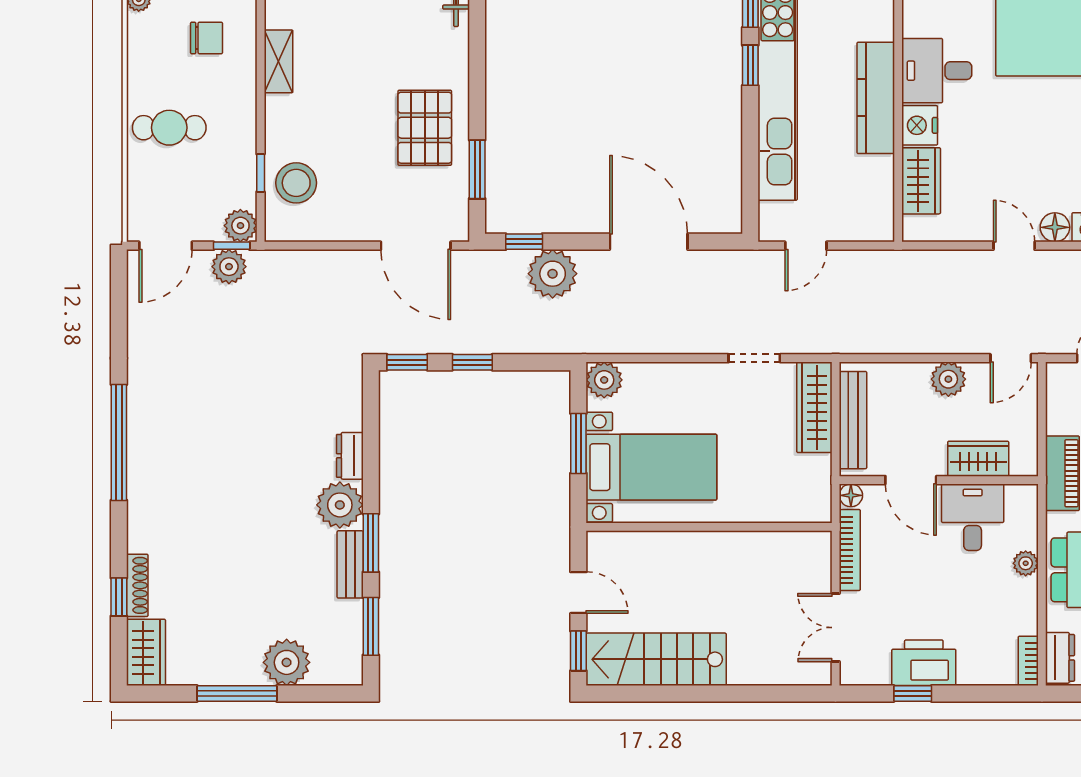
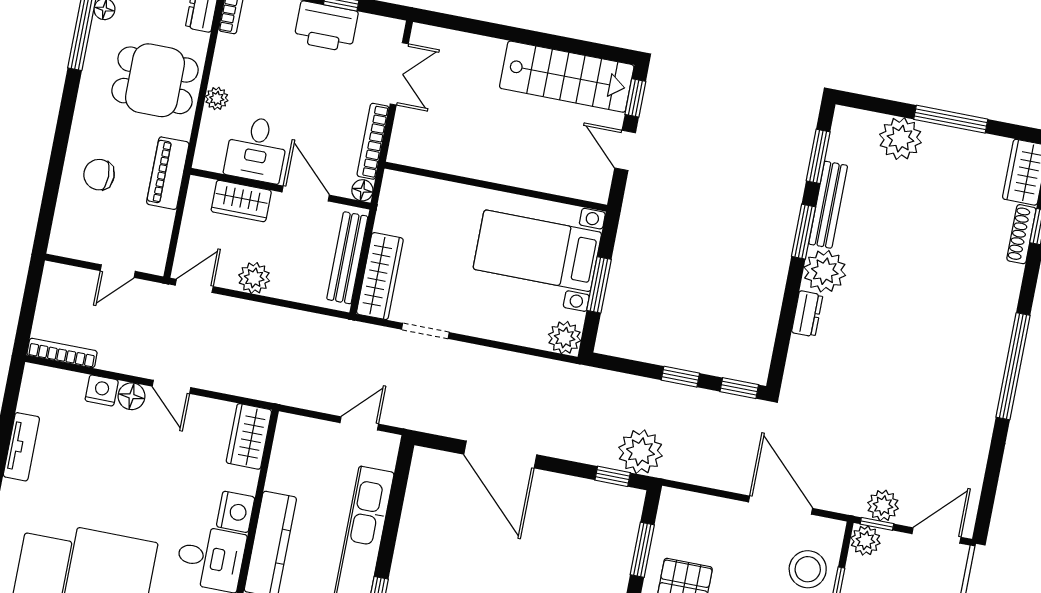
wardrobe: (921, 181) -> (249, 436), moved
door: (416, 246) -> (780, 505), moved
plant: (553, 274) -> (640, 452), moved
bench: (350, 564) -> (828, 205), width x1.36

